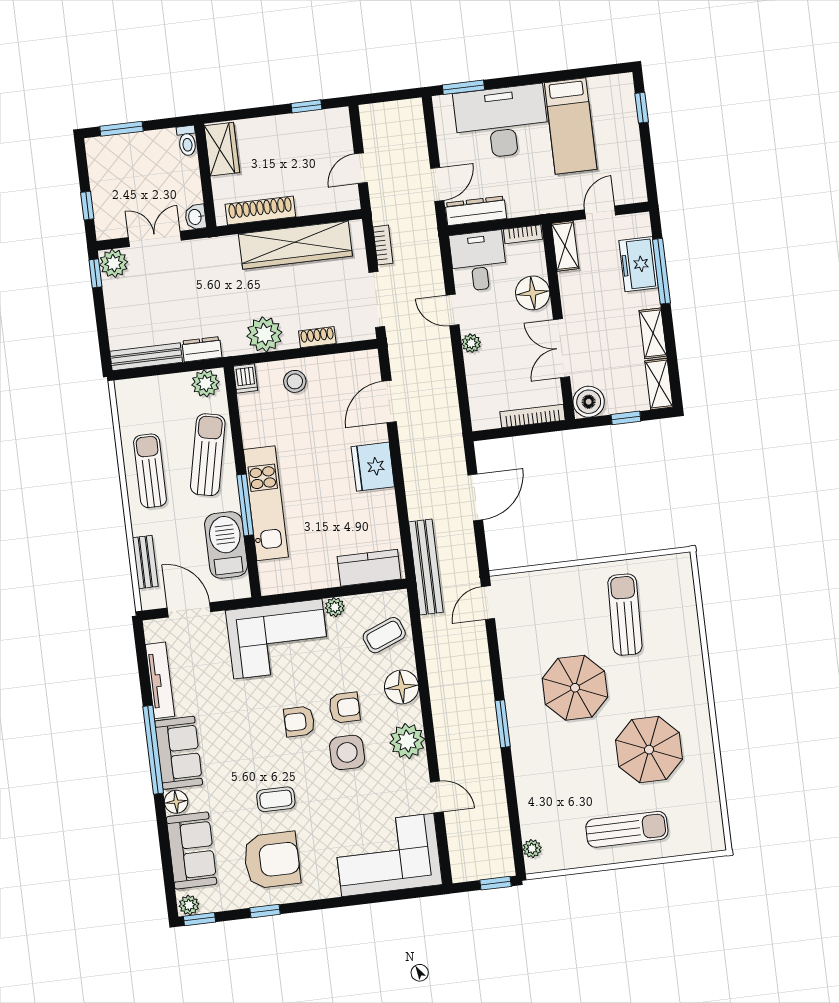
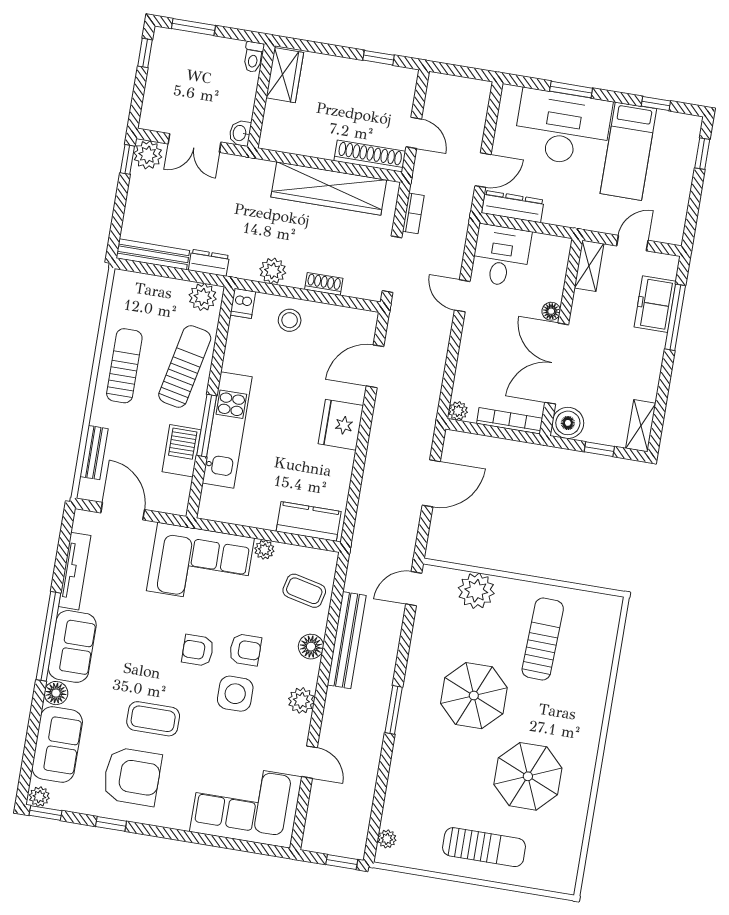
window: (583, 73) -> (656, 104), added
window: (463, 87) -> (571, 90), moved
door: (361, 168) -> (414, 133), swing flipped
window: (87, 206) -> (145, 53), moved
shoe rack: (260, 211) -> (370, 156), moved
bookcase: (523, 234) -> (552, 242), removed
double door: (155, 239) -> (195, 143), swing flipped
floor lamp: (533, 293) -> (551, 311), width x0.53, depth x0.53
shelving: (653, 333) -> (649, 375), removed
plant: (264, 334) -> (273, 271), width x0.73, depth x0.73
plant: (471, 343) -> (458, 411), moved
double door: (561, 348) -> (557, 364), width x1.37
barbecue: (226, 545) -> (182, 451), width x0.73, depth x0.83
bench: (426, 567) -> (347, 640), moved
plant: (548, 587) -> (476, 591), added
coffee table: (384, 635) -> (304, 591), turned 35
floor lamp: (402, 687) -> (311, 647), width x0.73, depth x0.73
plant: (407, 741) -> (301, 700), width x0.73, depth x0.73
coffee table: (276, 799) -> (153, 719), width x1.36, depth x1.30

